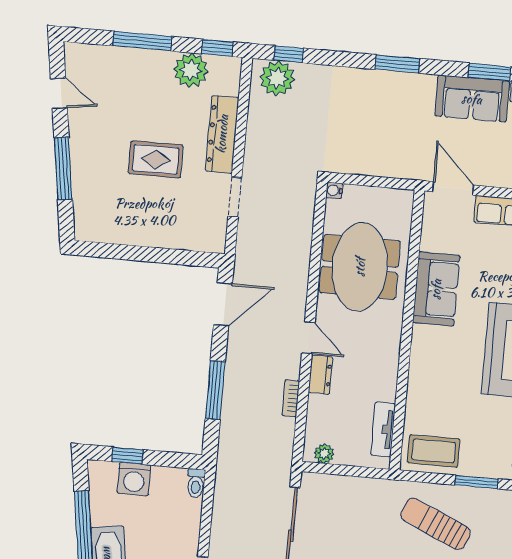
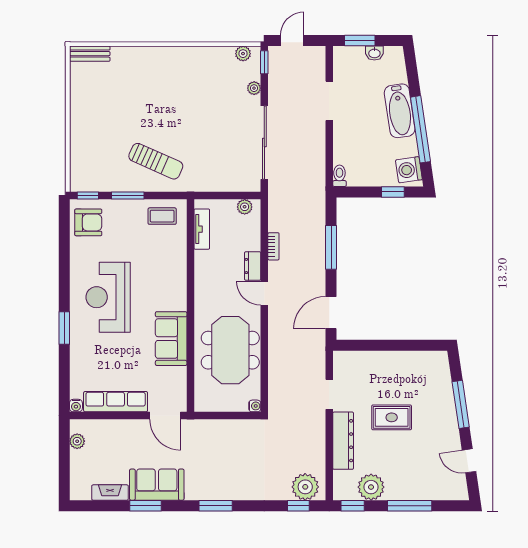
coffee table: (434, 451) -> (162, 216), width x0.73, depth x0.77
washing machine: (134, 479) -> (409, 170), moved, turned -98

